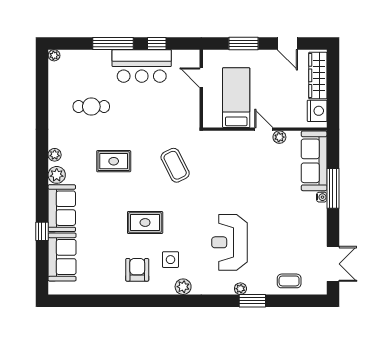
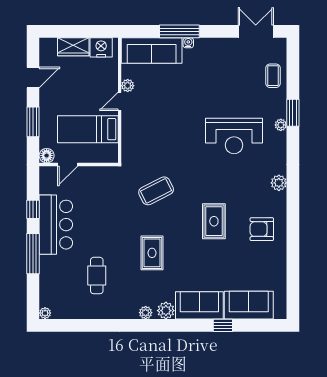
floor lamp: (210, 57) -> (47, 156), added
wardrobe: (318, 75) -> (73, 47), width x0.67
side table: (170, 260) -> (251, 196), removed

